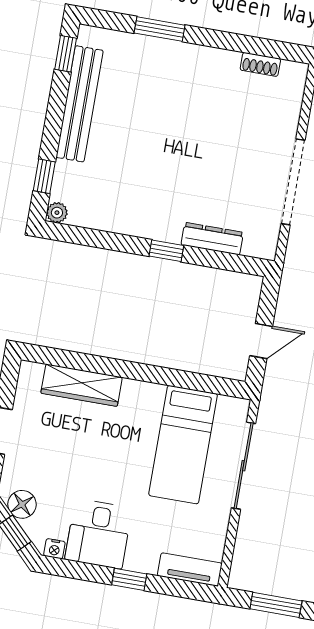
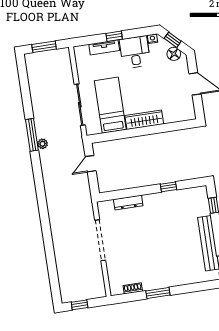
window: (160, 29) -> (158, 293), moved
plant: (57, 213) -> (202, 191), removed
window: (166, 251) -> (169, 187), moved
wardrobe: (82, 385) -> (144, 120), moved
tv unit: (190, 569) -> (104, 47), moved

